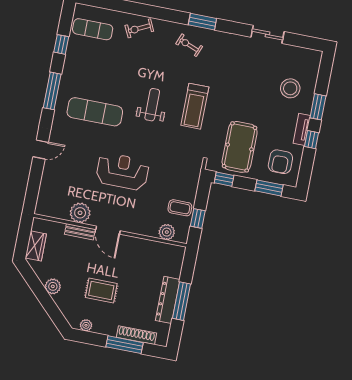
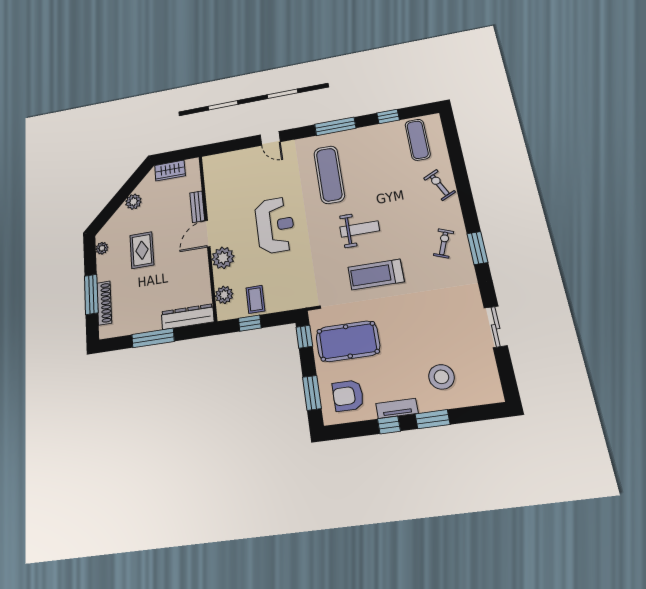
plant: (80, 213) -> (223, 258), moved
dresser: (168, 300) -> (187, 317), moved

